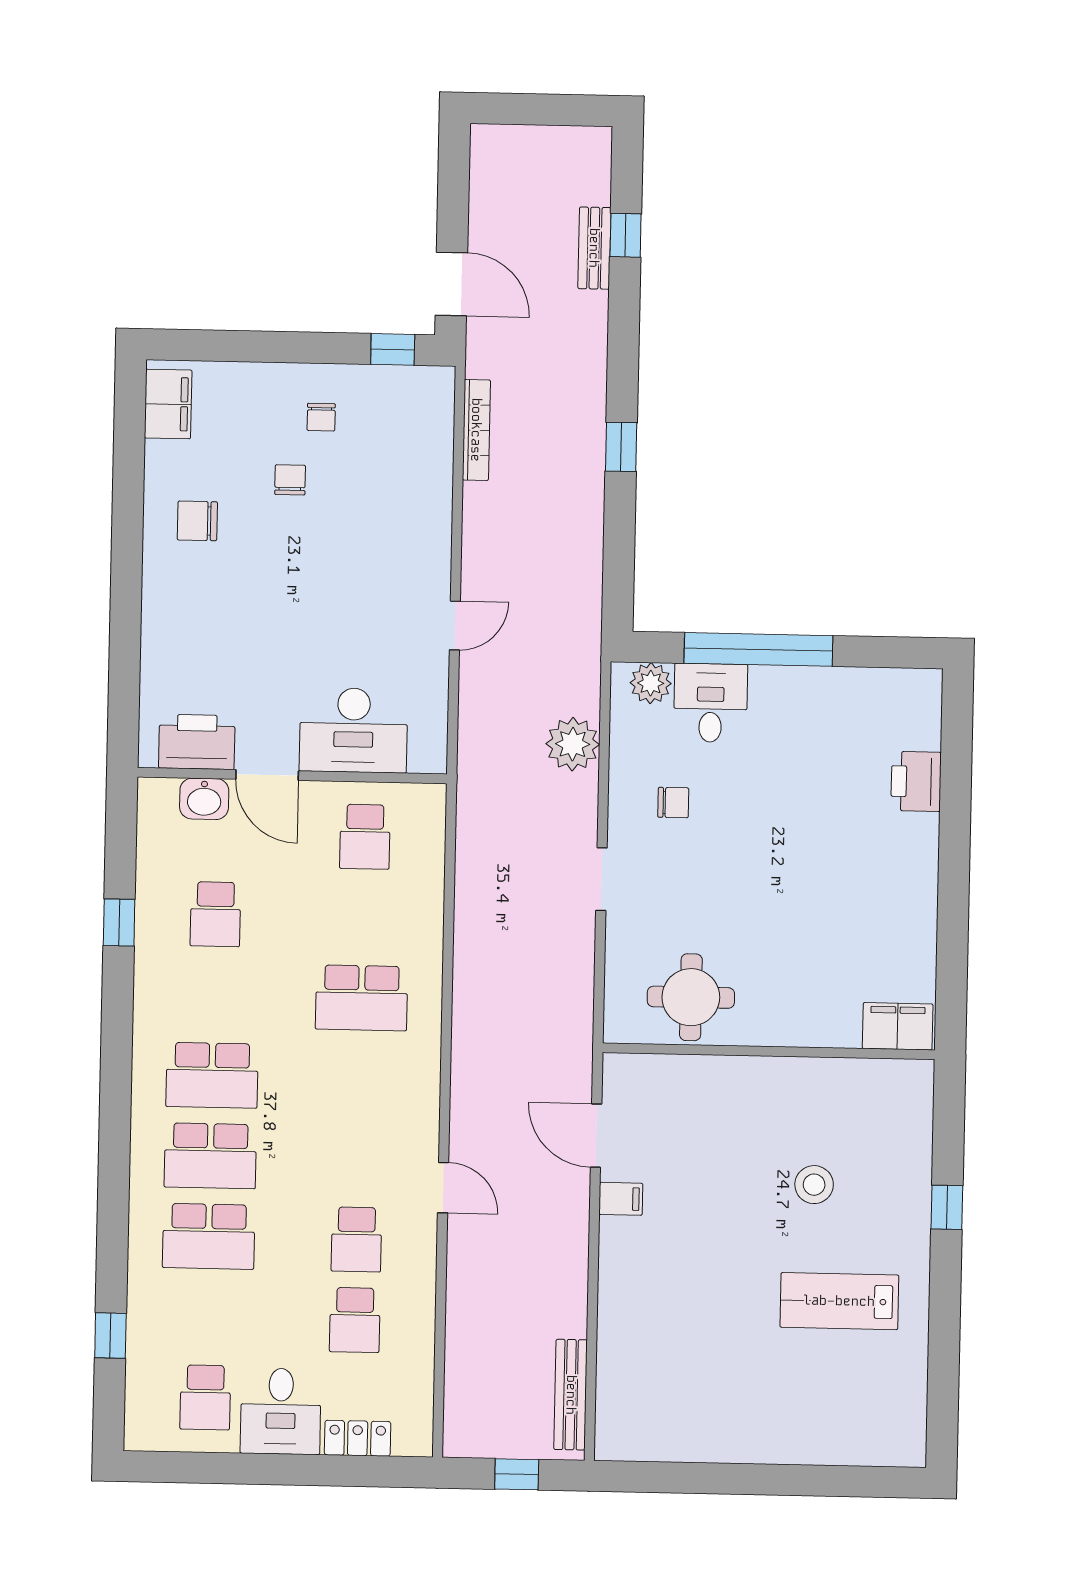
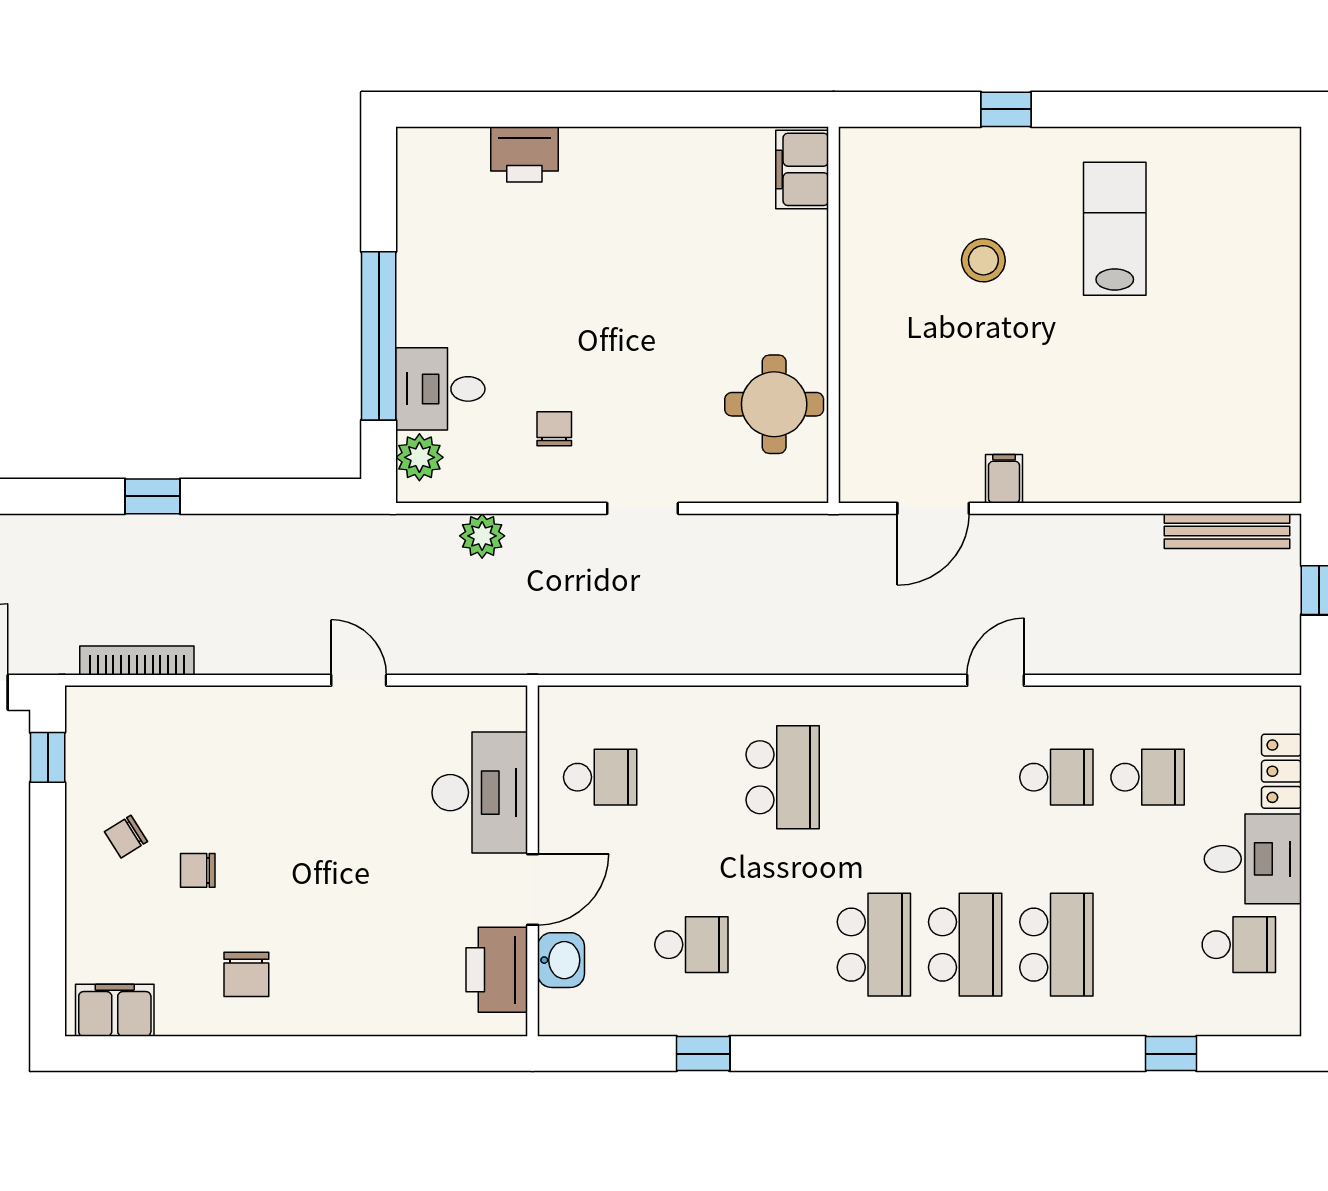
chair: (321, 417) -> (126, 837), turned 148
plant: (573, 744) -> (482, 536), width x0.73, depth x0.73
lab bench: (839, 1301) -> (1115, 229), turned 180

